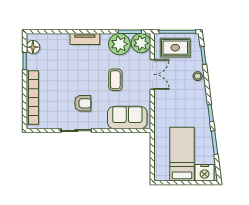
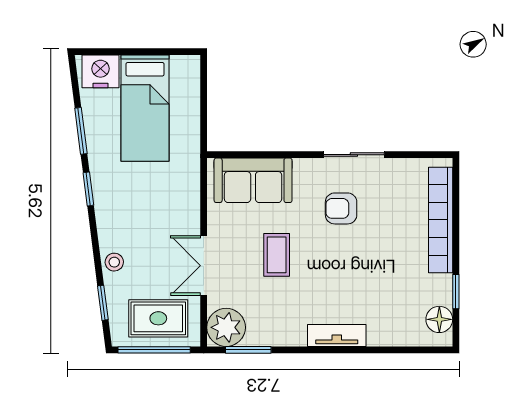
plant: (119, 44) -> (269, 325), removed

